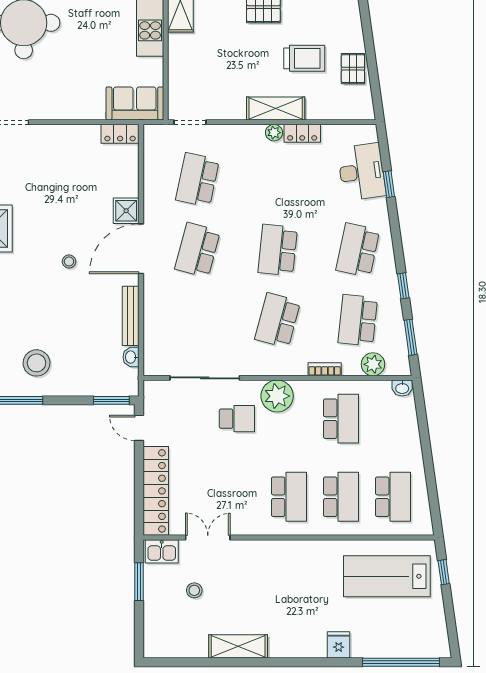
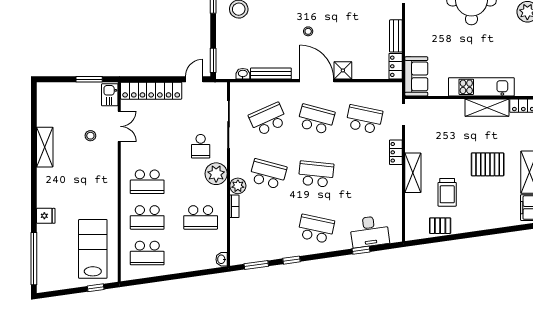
bench: (76, 133) -> (396, 36), added
plant: (274, 133) -> (396, 172), removed
locker: (302, 133) -> (396, 152), moved
school desk: (358, 320) -> (268, 119), moved, turned -30
plant: (373, 364) -> (238, 186), moved
stool: (194, 590) -> (90, 136), moved

